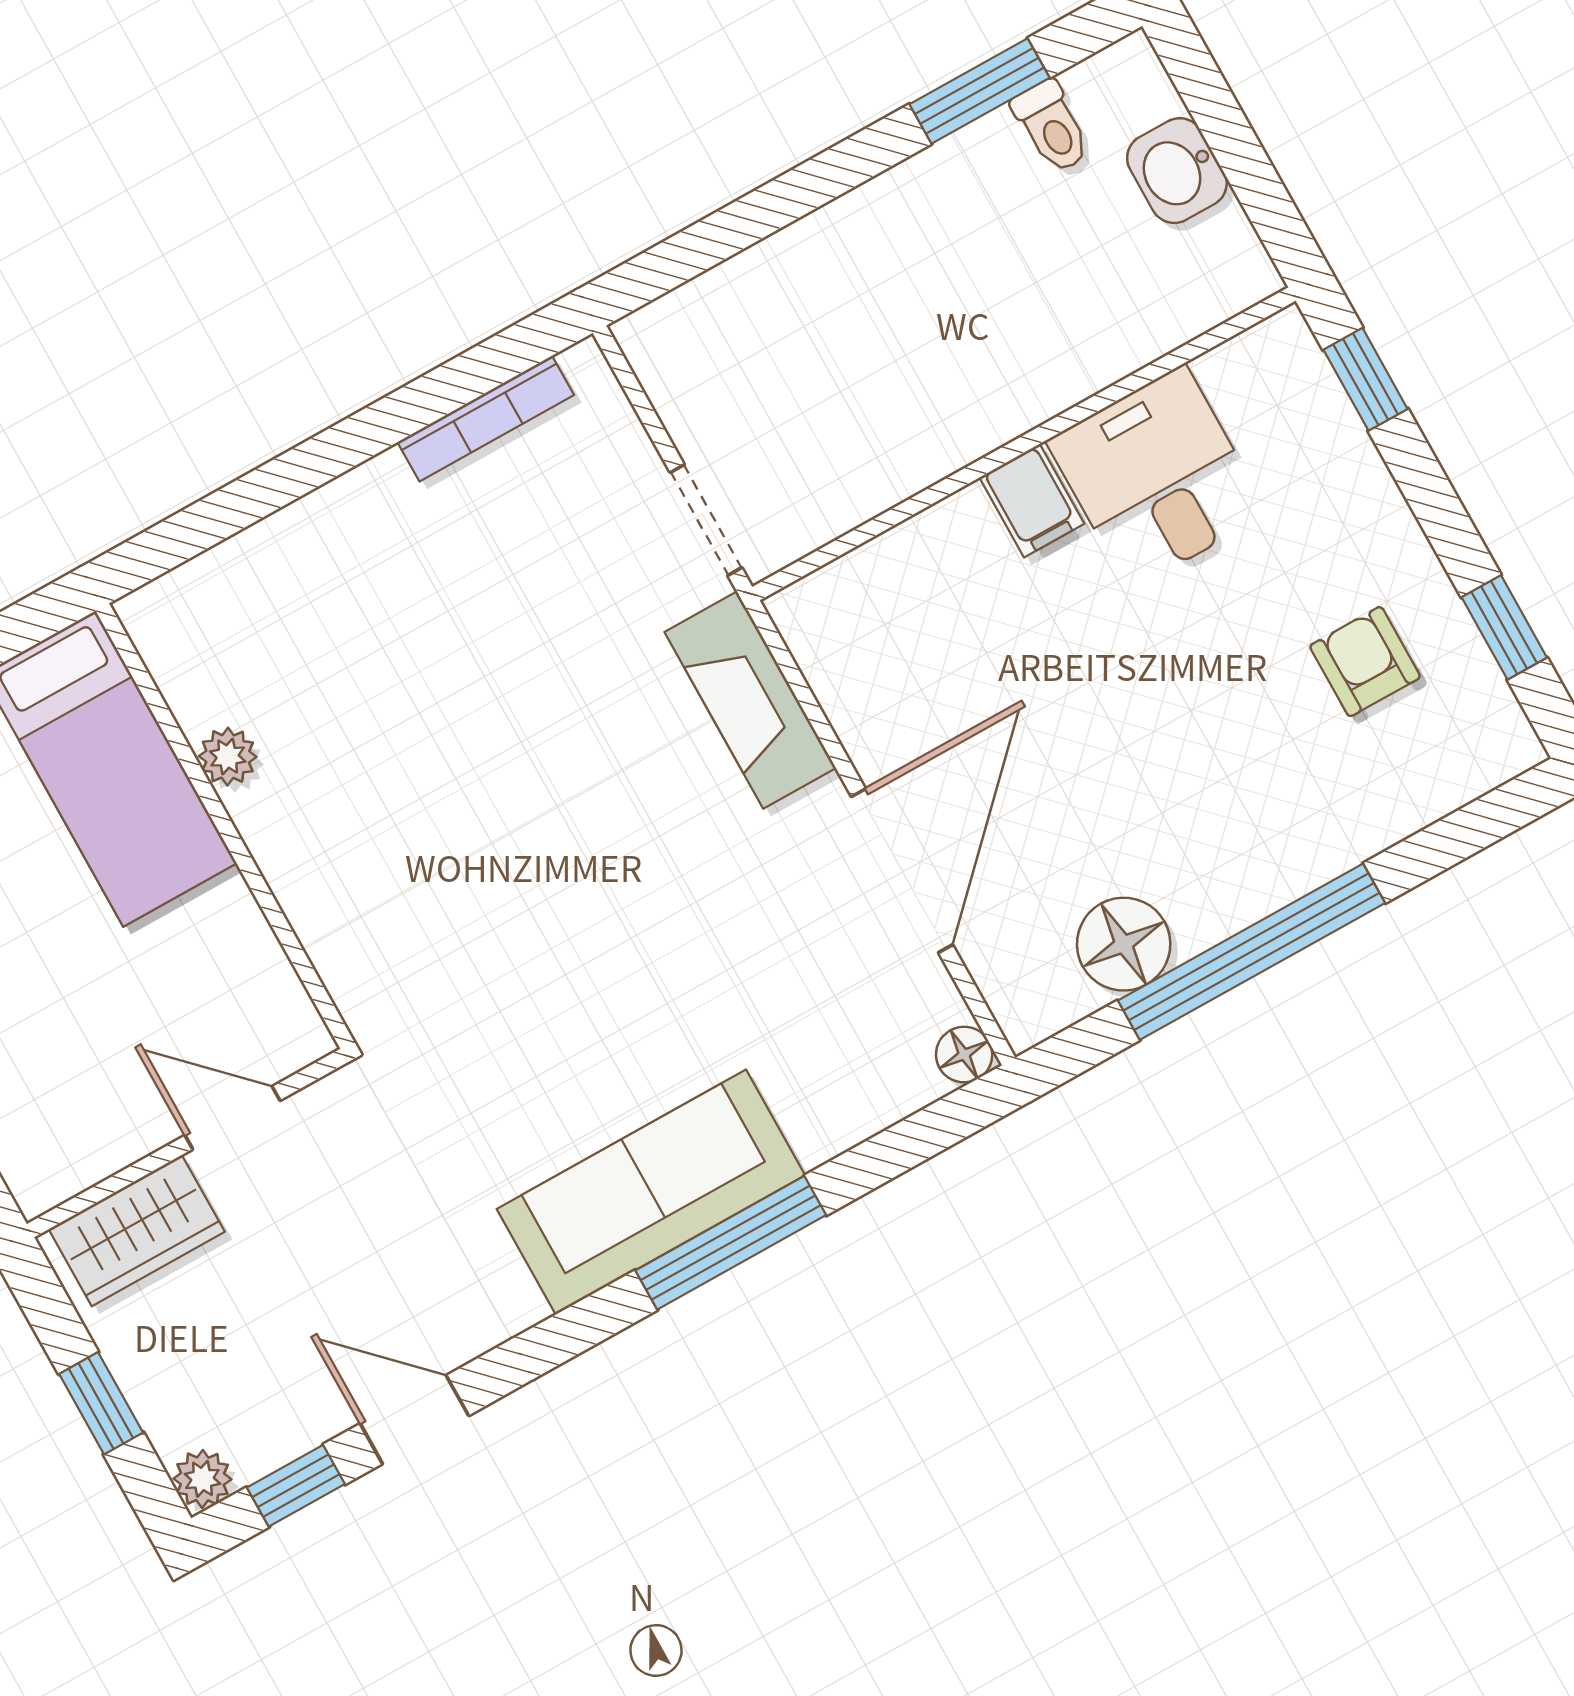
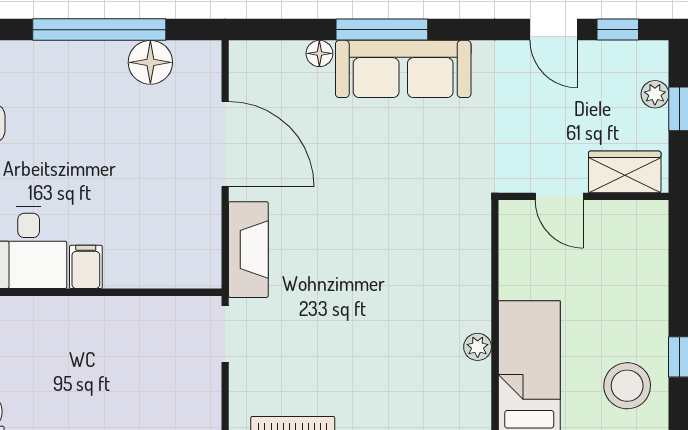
door: (902, 871) -> (225, 144), swing flipped
floor lamp: (964, 1055) -> (319, 53), moved
plant: (202, 1479) -> (655, 94), moved

